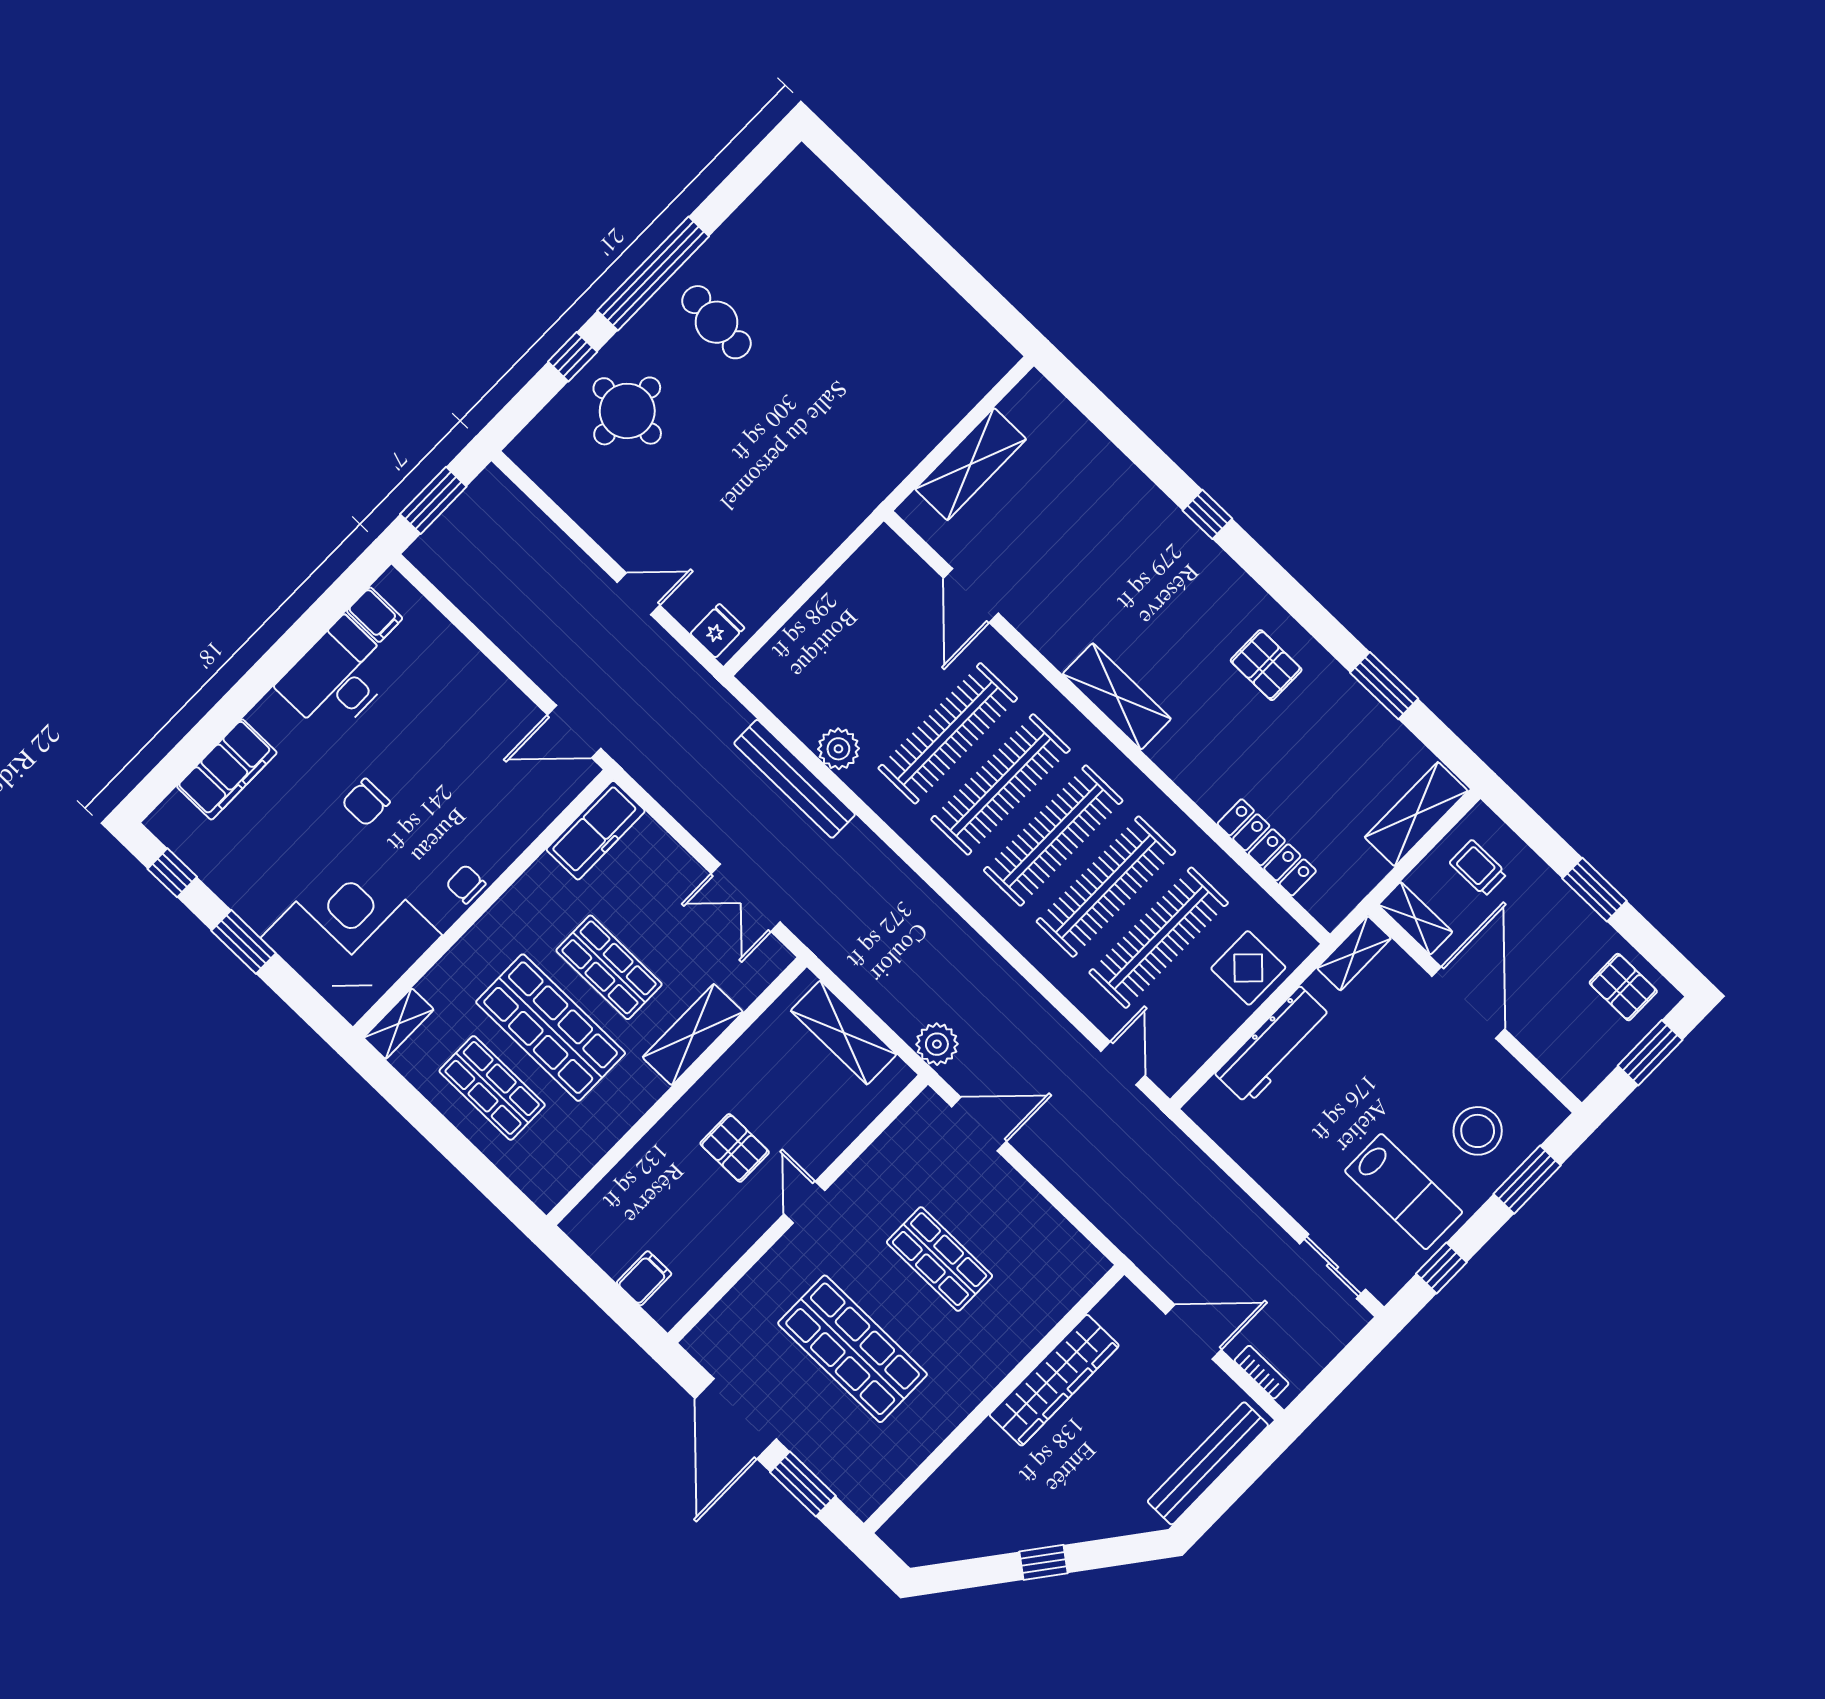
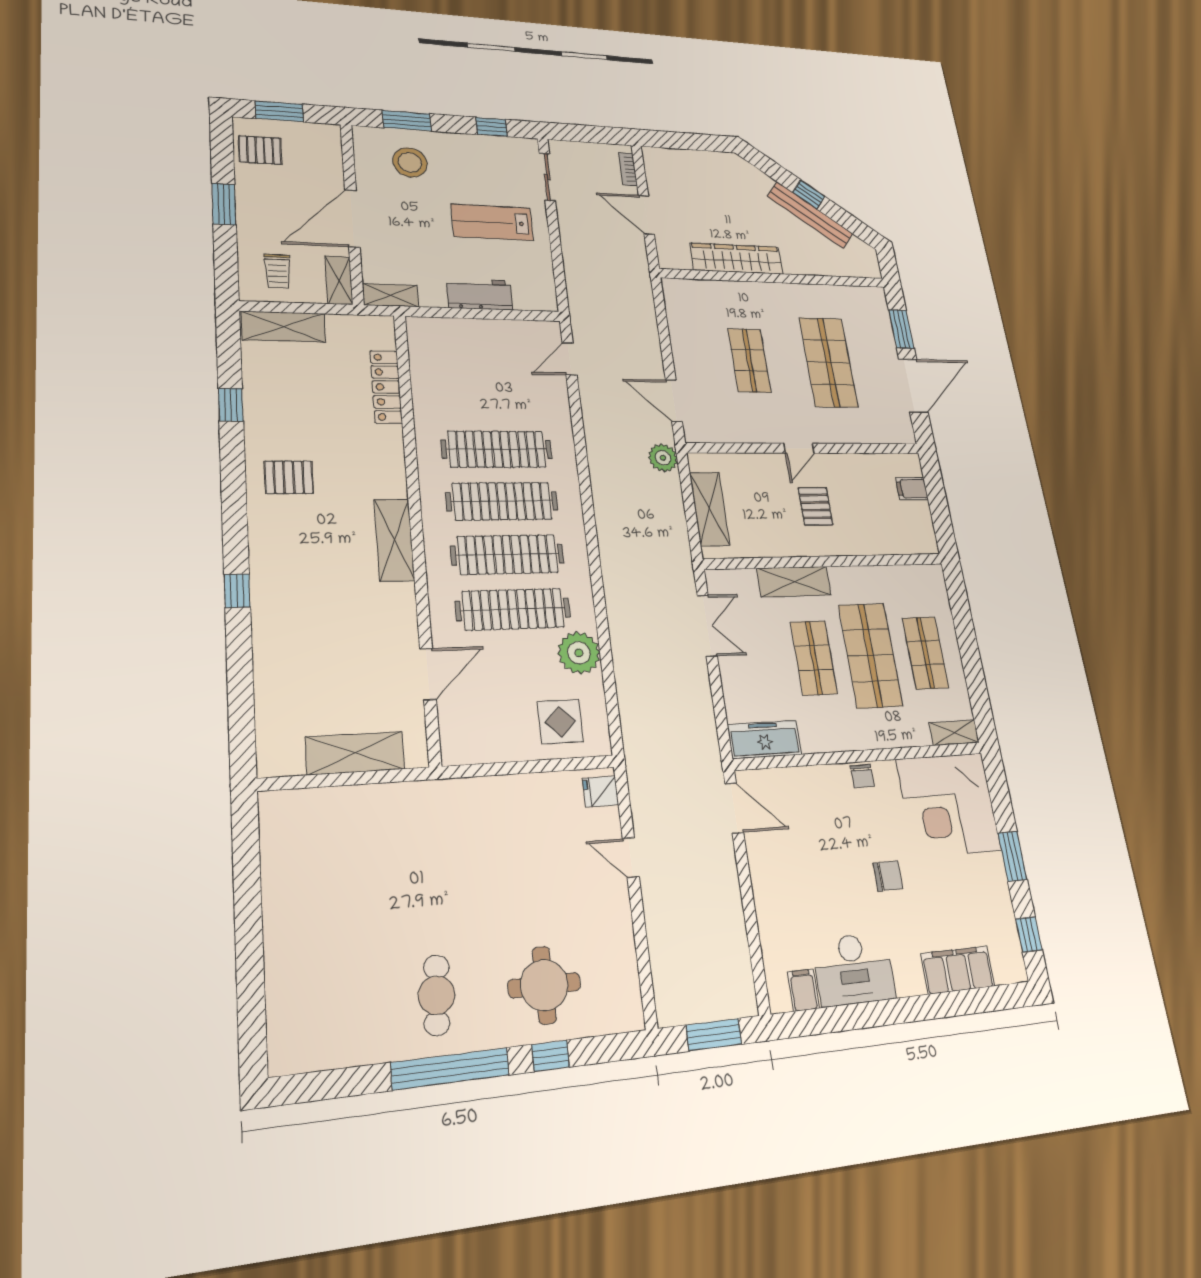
pallet: (1266, 665) -> (289, 477), turned 90
window: (1384, 686) -> (231, 405), width x0.67
plant: (838, 749) -> (579, 653), width x1.36, depth x1.36
bench: (795, 779) -> (625, 665), removed
clothes rail: (1159, 938) -> (492, 399), removed
display table: (1248, 968) -> (560, 722), moved
pallet: (1623, 987) -> (260, 150), turned 90
workbench: (1274, 1046) -> (479, 294), width x0.73
lab bench: (1404, 1192) -> (492, 222), moved, turned -90
bench: (1208, 1463) -> (810, 215), moved, turned 37

